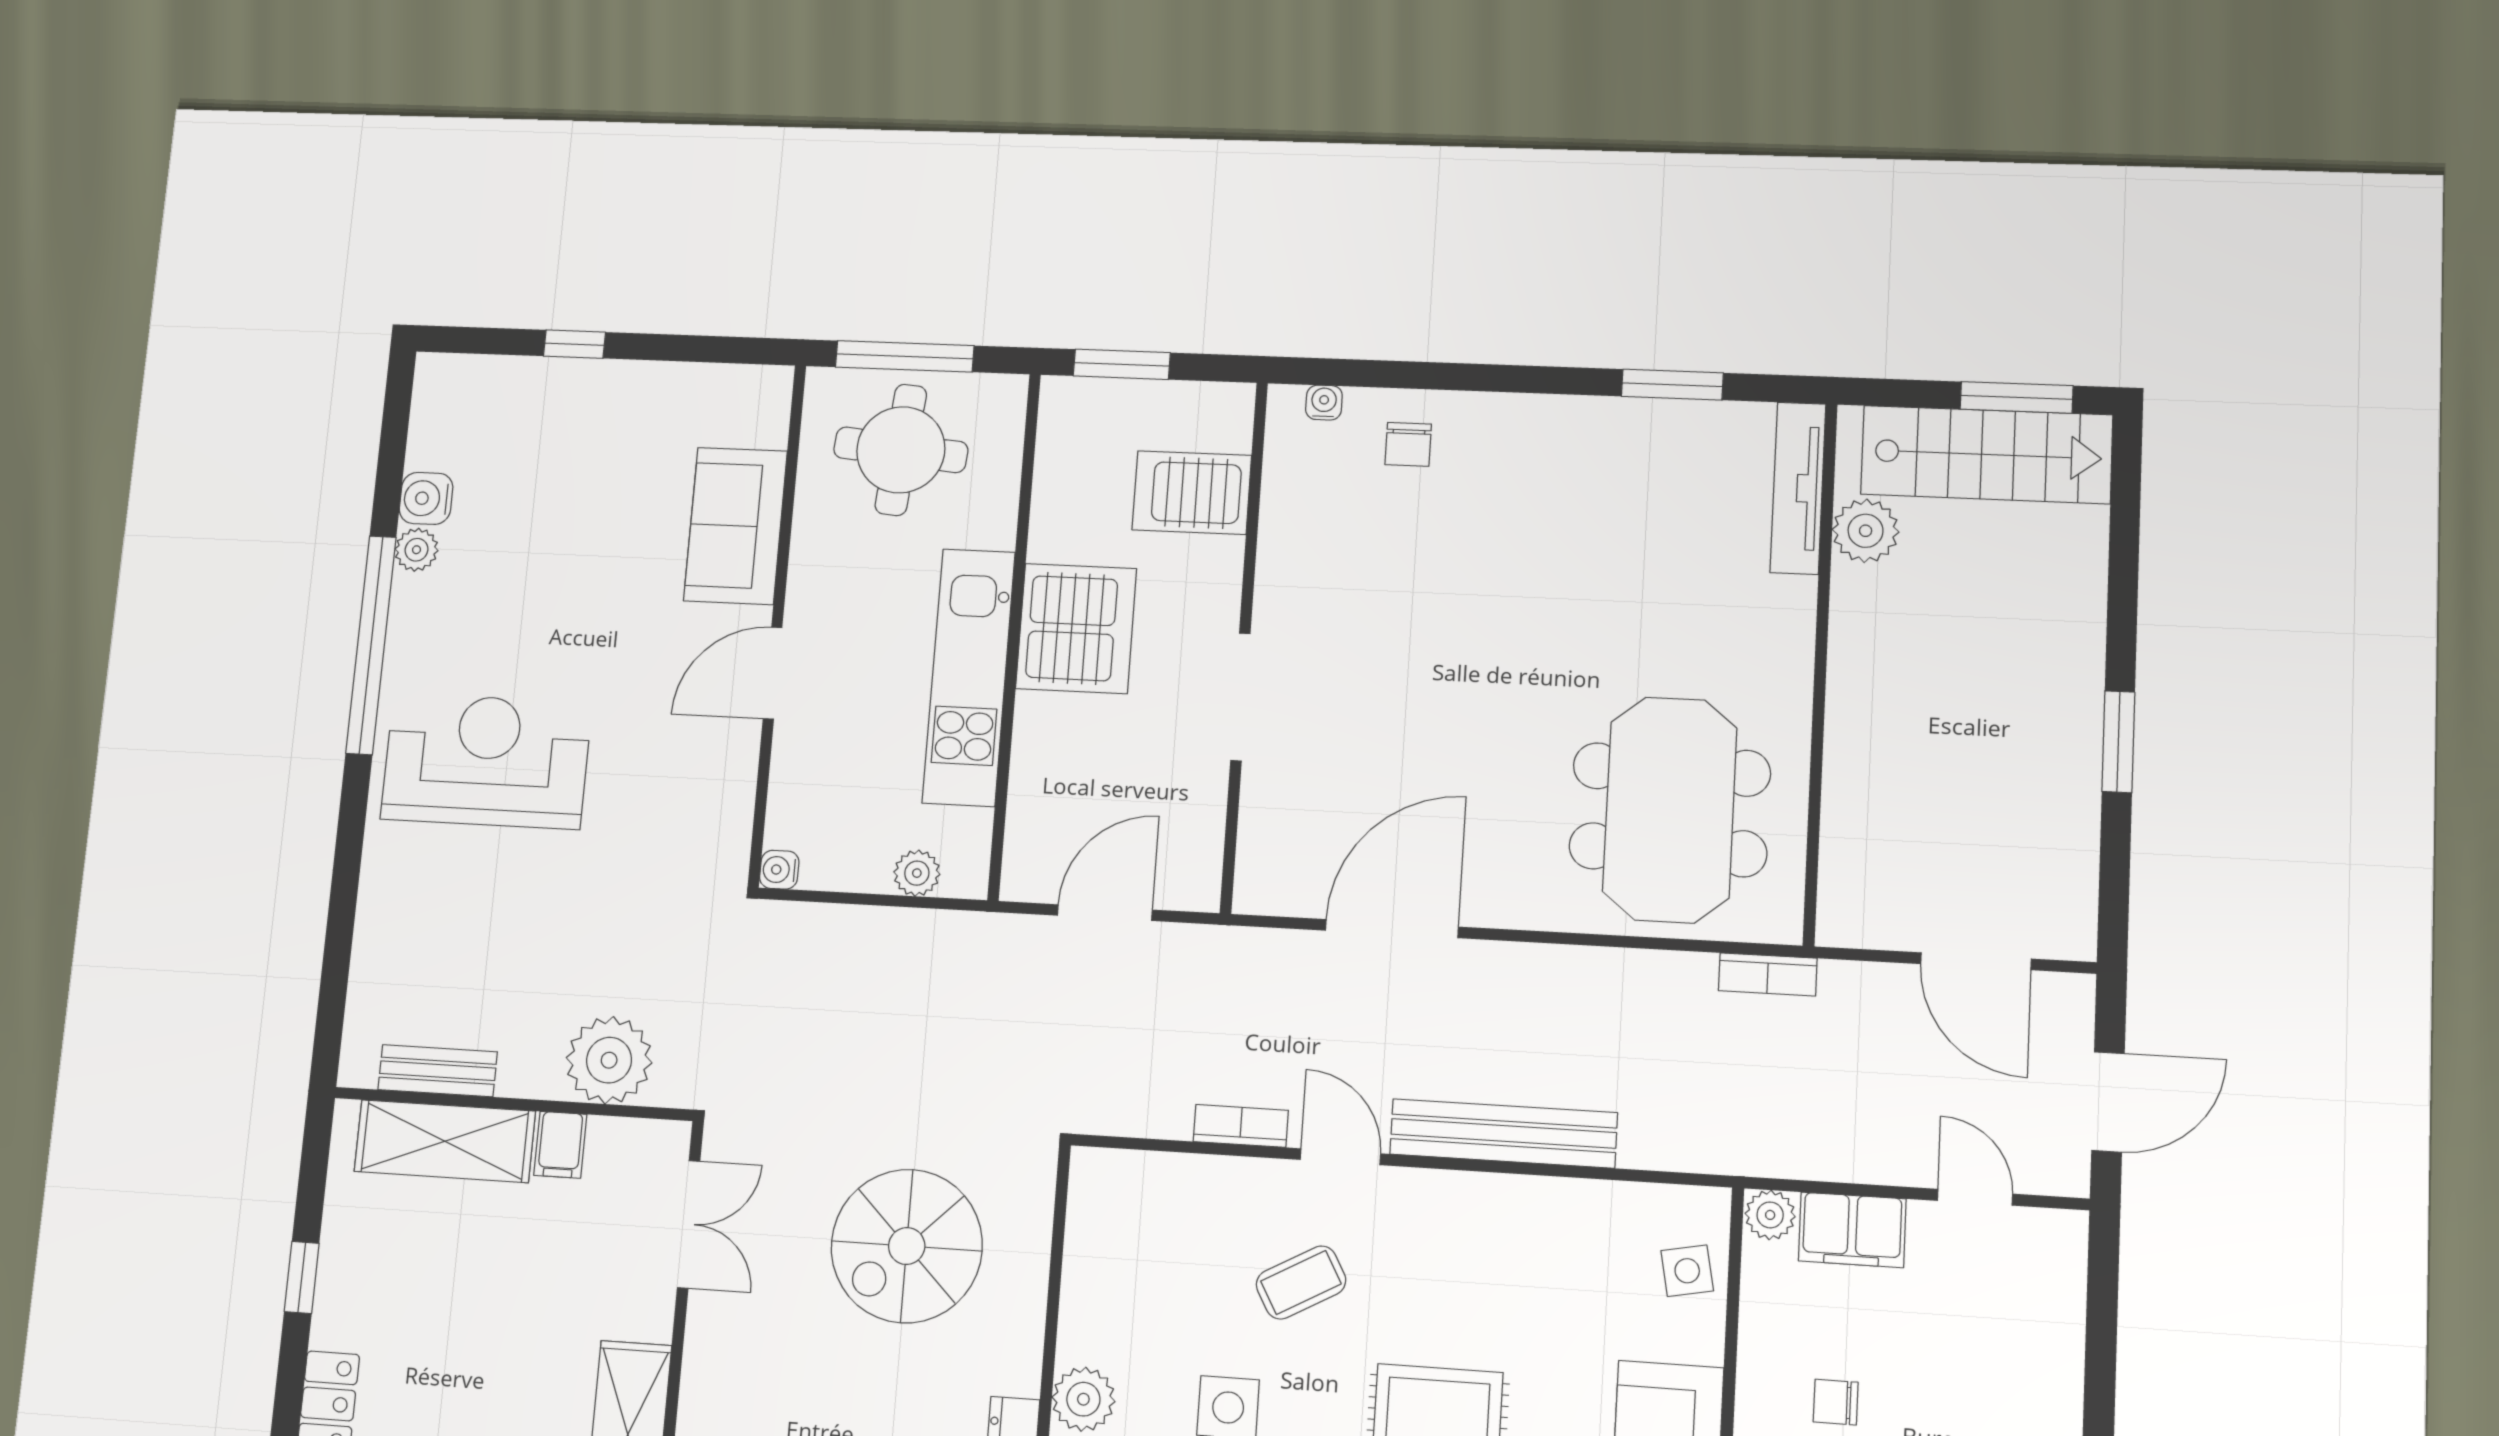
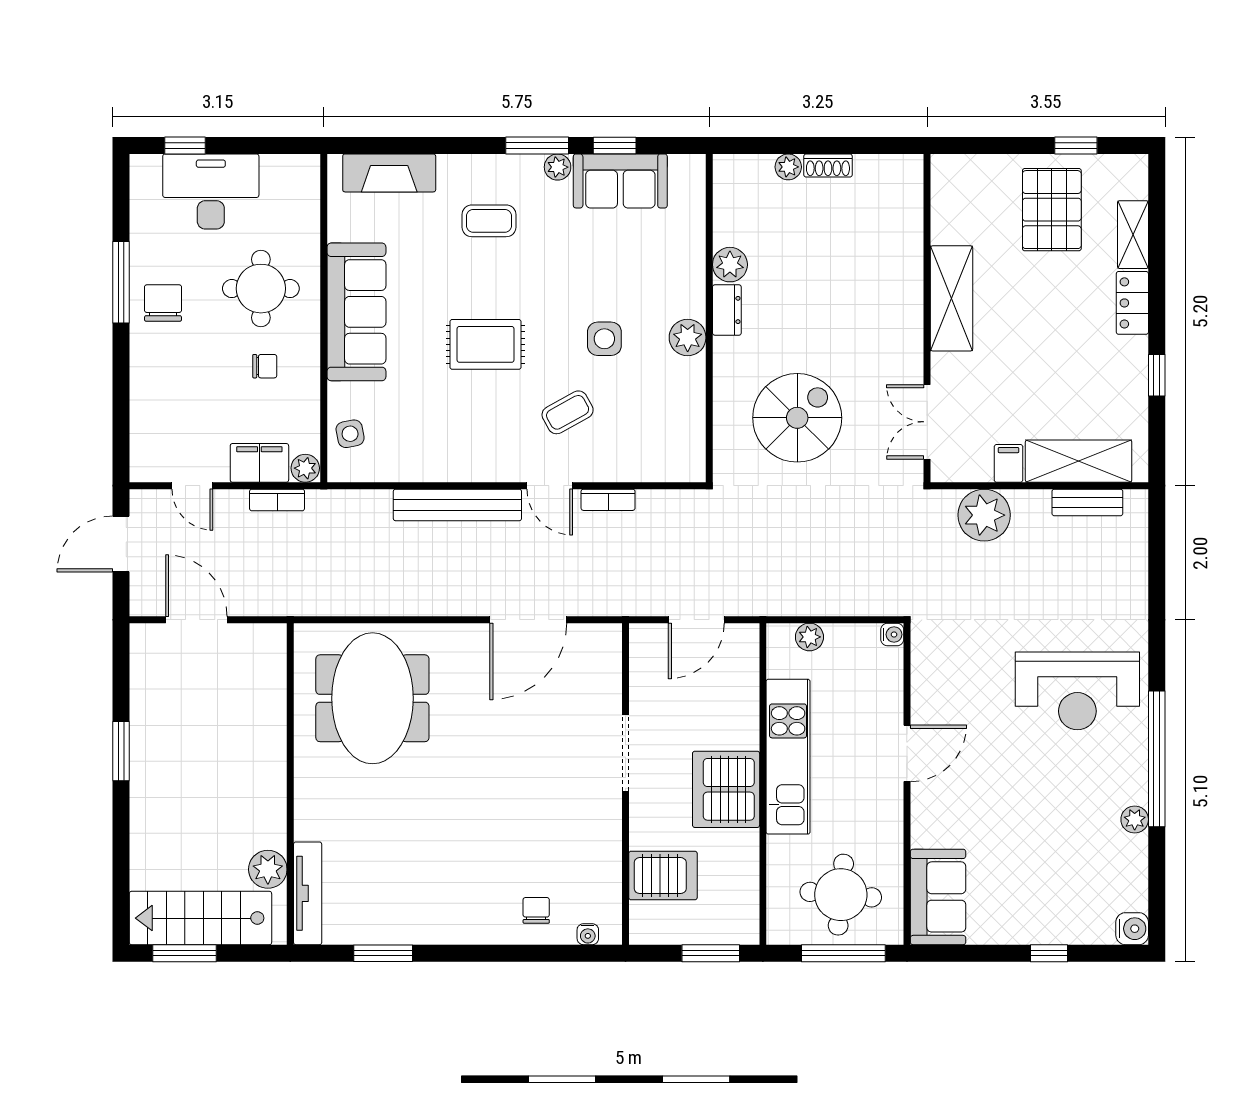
water cooler: (426, 498) -> (1132, 929), moved
sofa: (735, 526) -> (938, 897), moved
bookcase: (1768, 974) -> (277, 500), moved, turned 180

